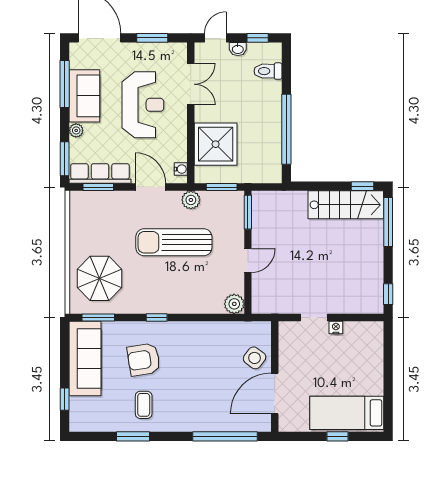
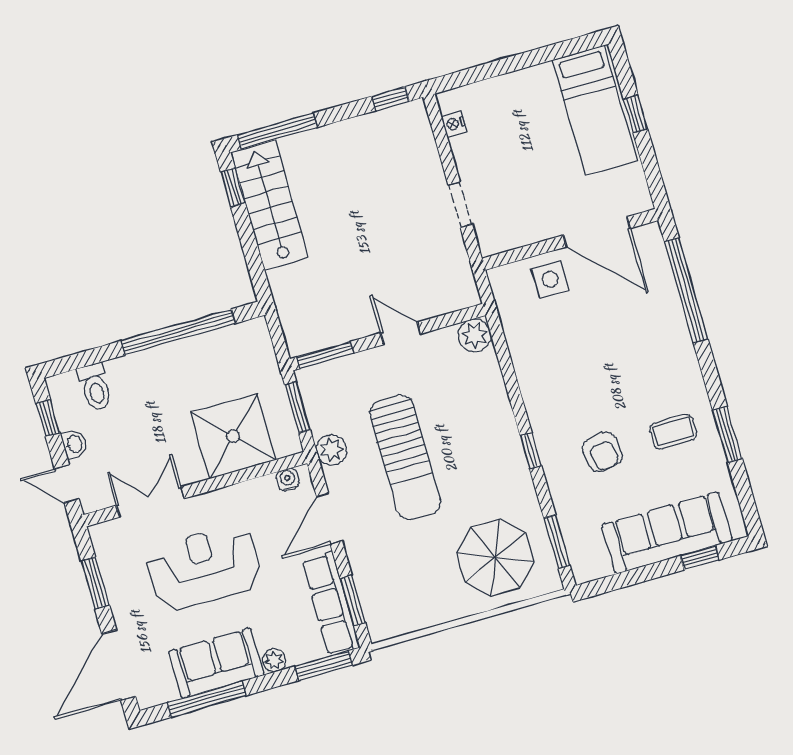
nightstand: (336, 328) -> (454, 124), moved
side table: (255, 358) -> (550, 279), turned -37
sofa: (85, 359) -> (667, 533), moved
armchair: (144, 360) -> (602, 452), width x0.72, depth x0.72

